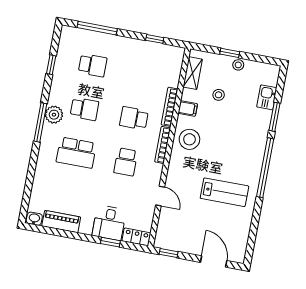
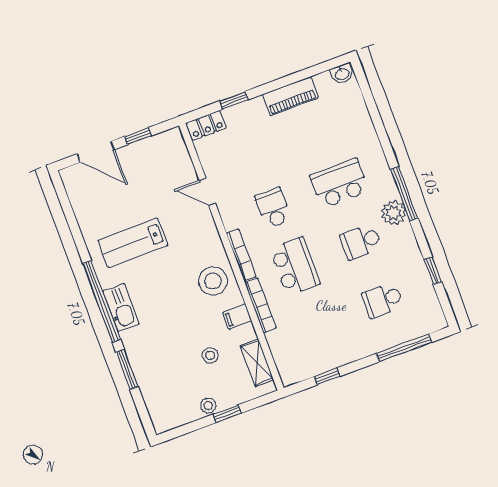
kitchen sink: (267, 97) -> (121, 308), moved, width x1.38
school desk: (134, 118) -> (295, 266), width x1.85
piano: (61, 222) -> (290, 96), moved
desk: (109, 223) -> (249, 123), removed
window: (169, 253) -> (138, 136), moved

